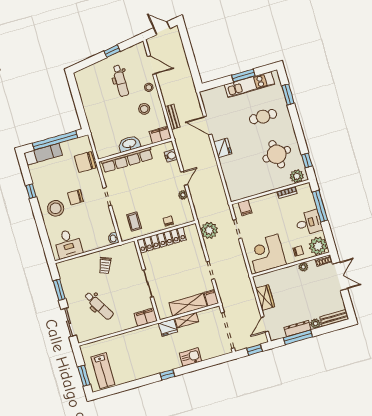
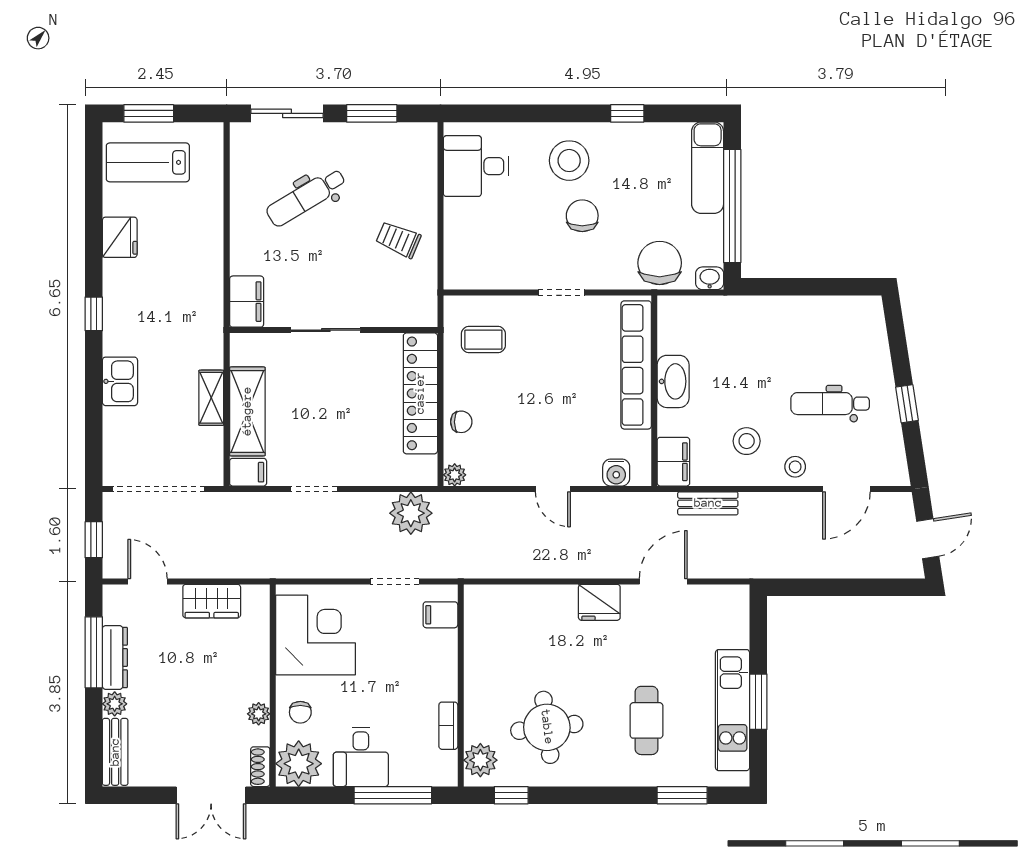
plant: (183, 195) -> (455, 475), moved
washbasin: (113, 238) -> (710, 278), moved
fridge: (168, 328) -> (120, 237), moved, turned 180

